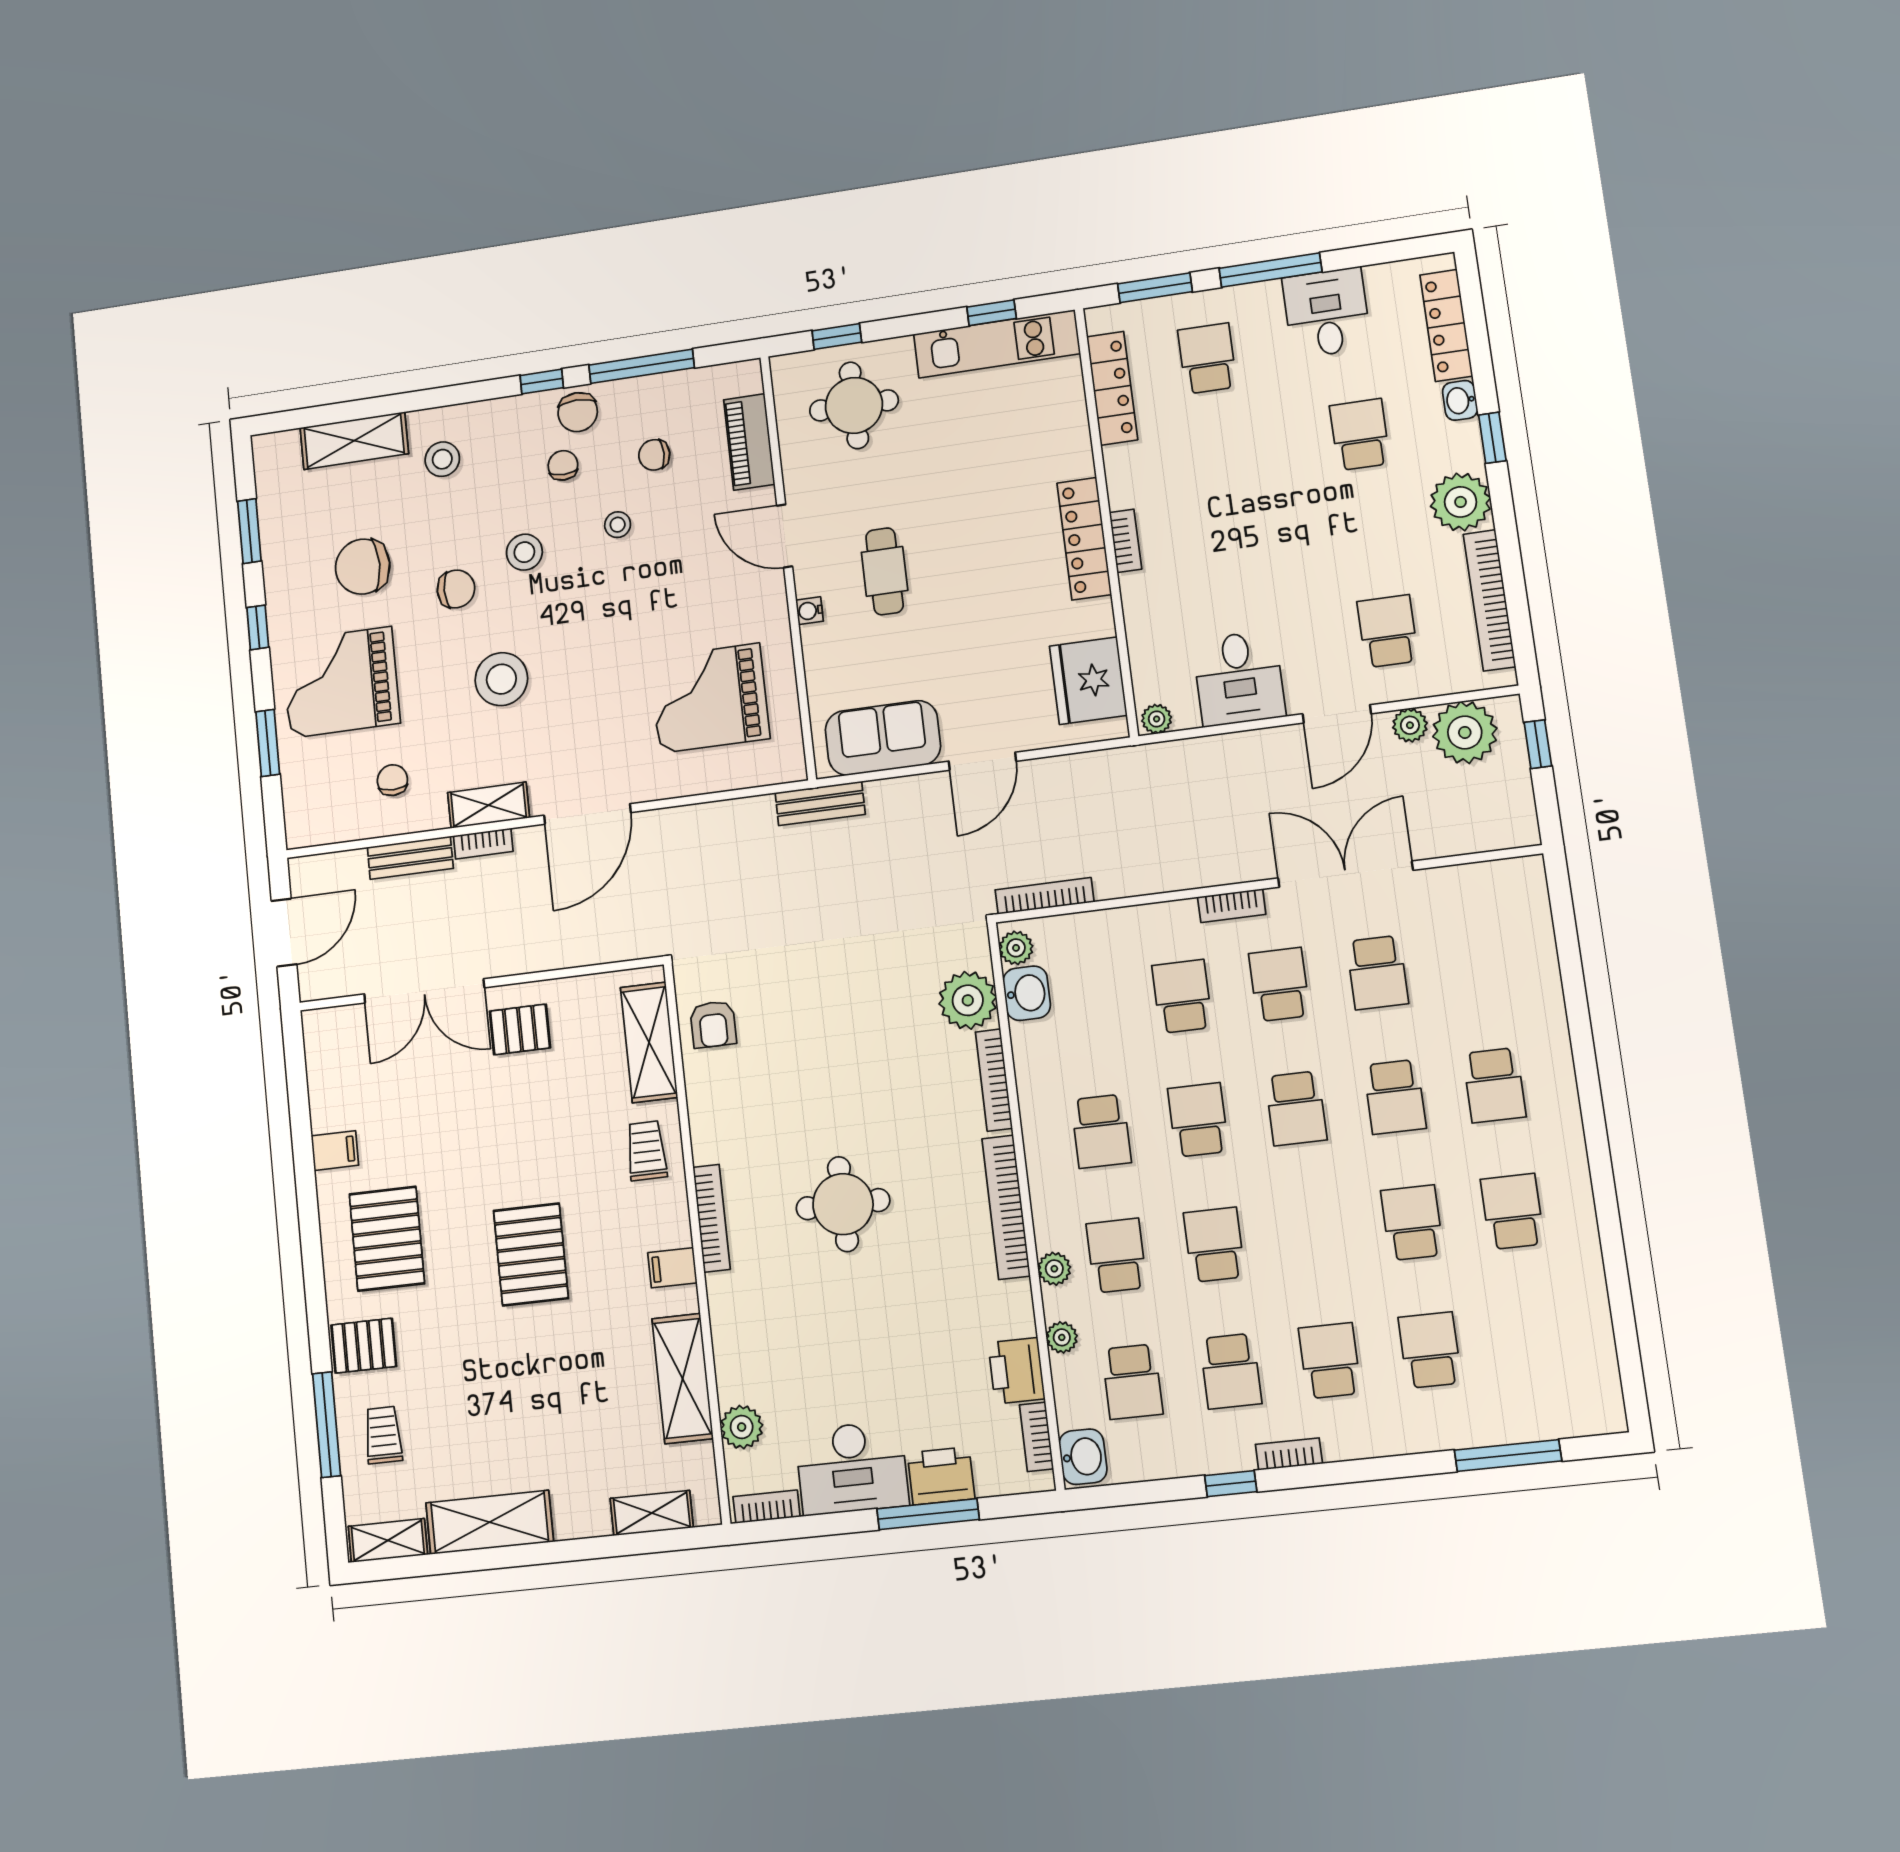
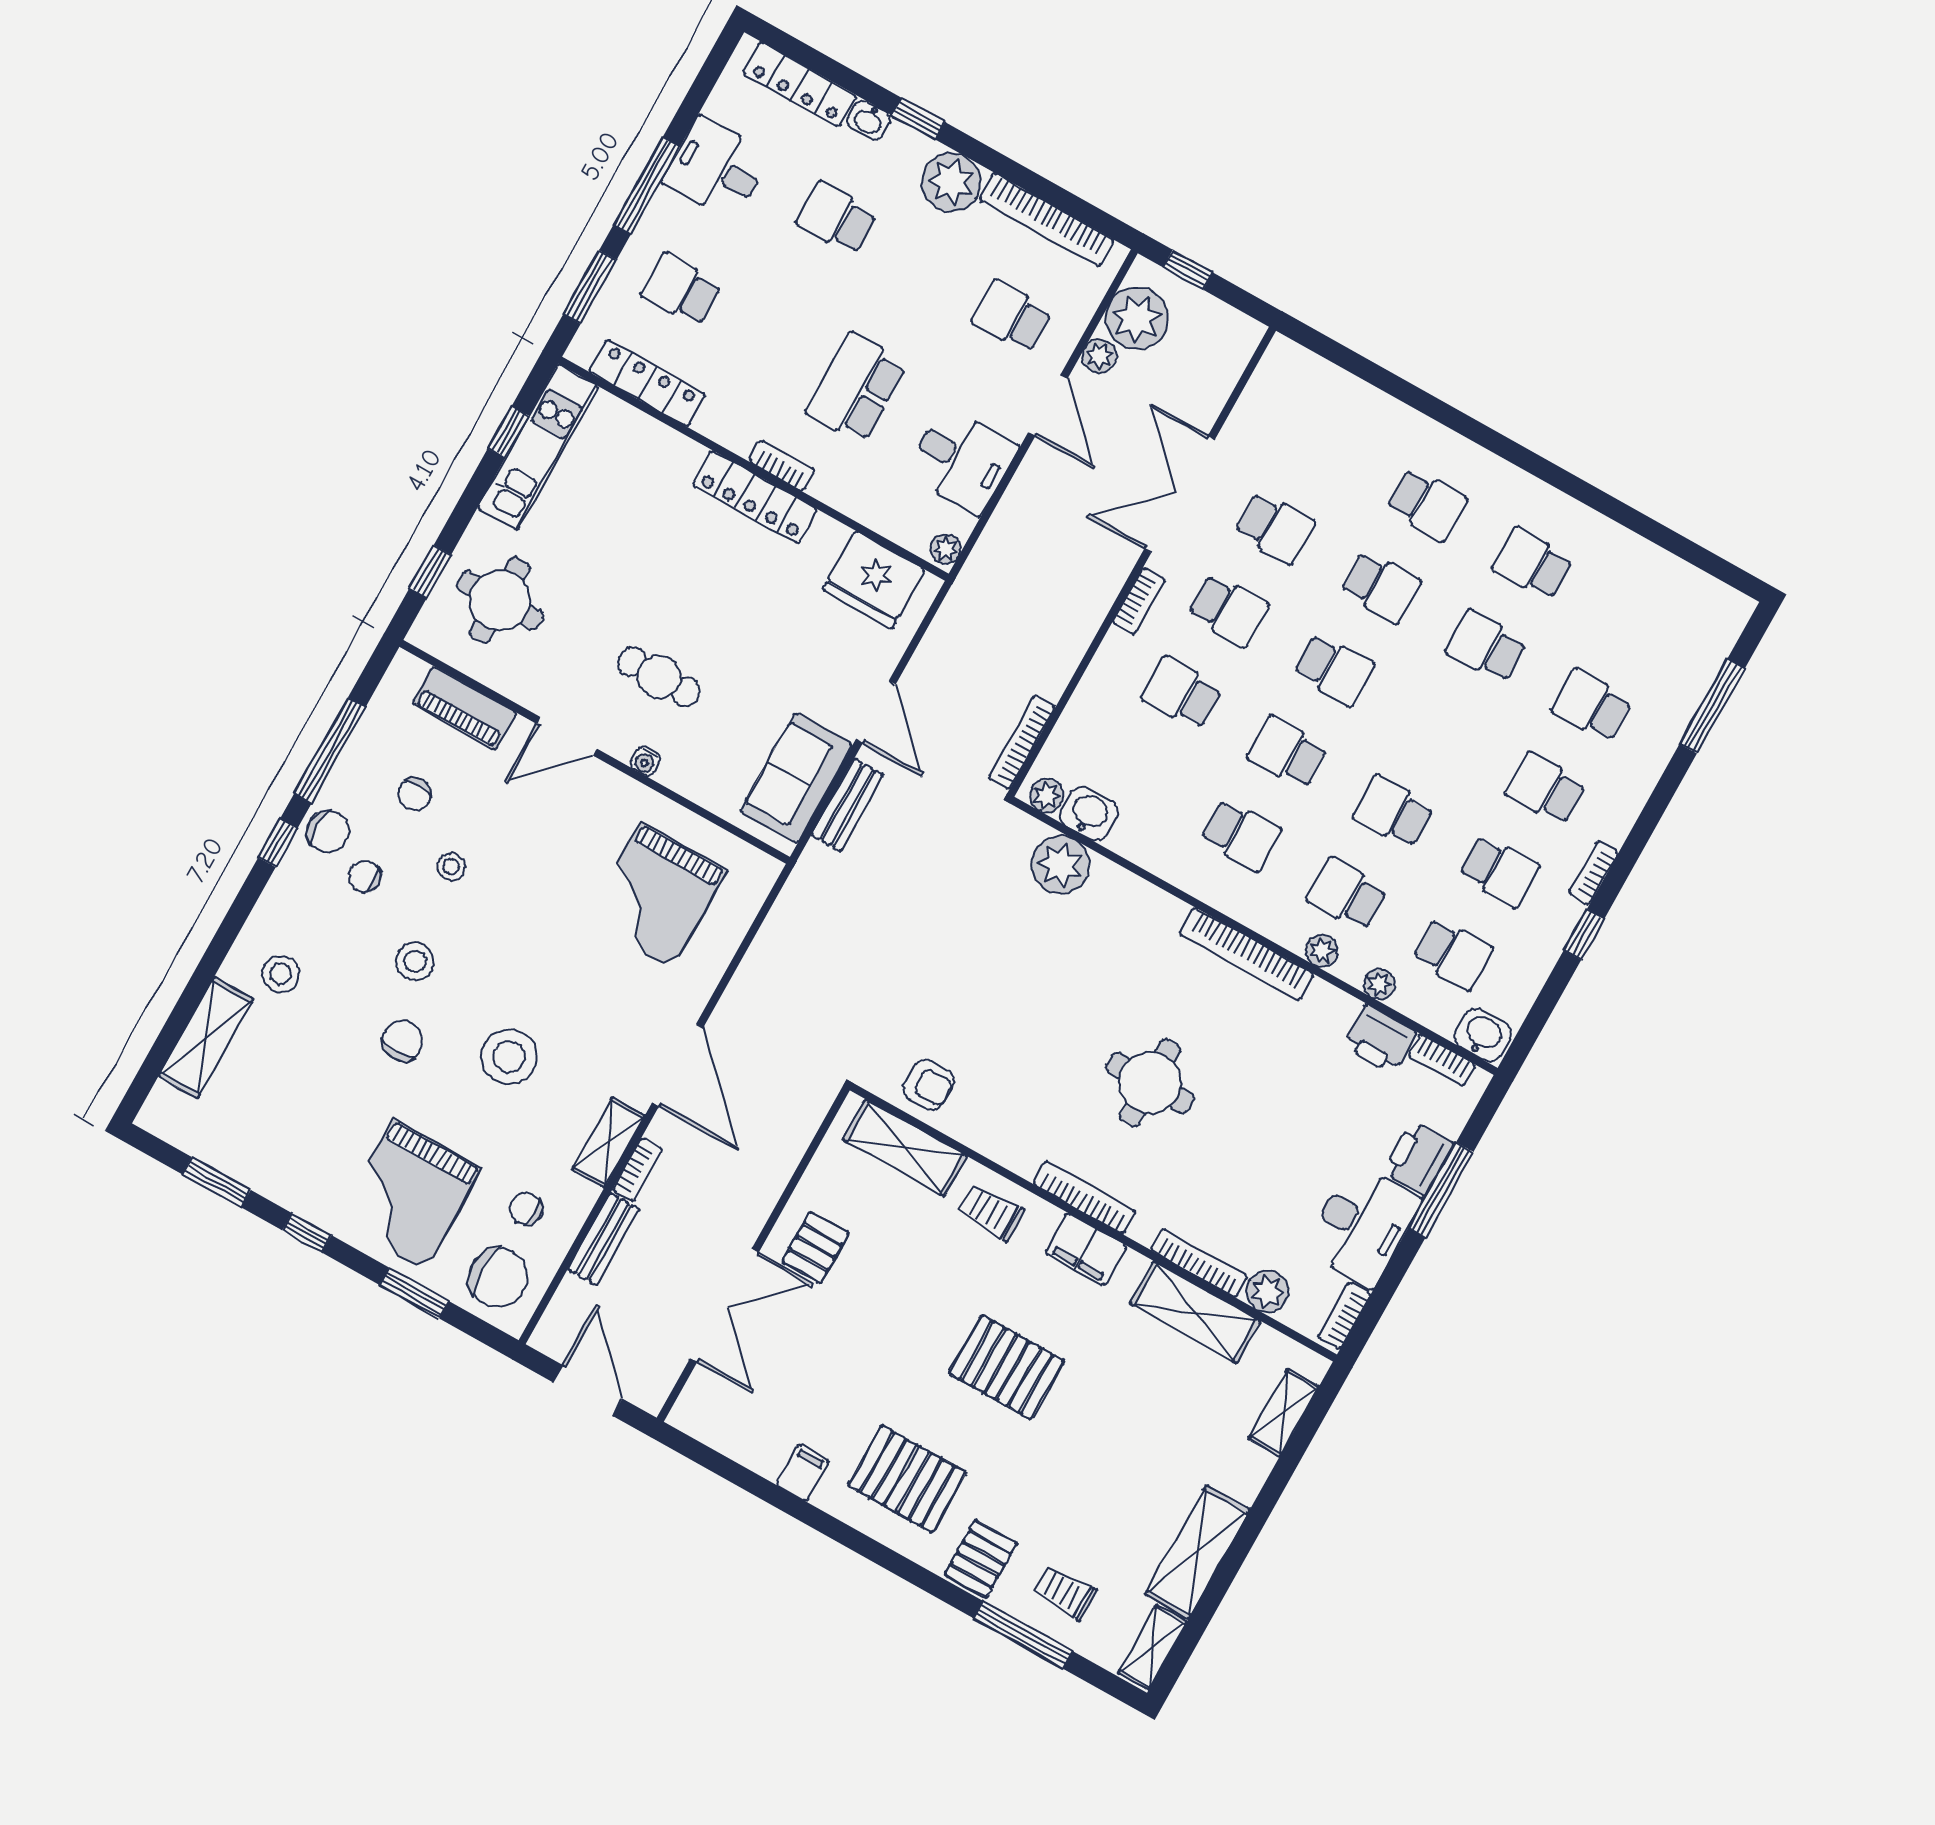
school desk: (1234, 552) -> (856, 388), added
chair: (363, 567) -> (498, 1278), moved, turned -90
bench: (820, 804) -> (847, 805), moved
school desk: (1279, 984) -> (1228, 610), turned 180
bookcase: (994, 1080) -> (1199, 1263), moved, turned 180
filing cabinet: (672, 1268) -> (1086, 1249), width x2.00

